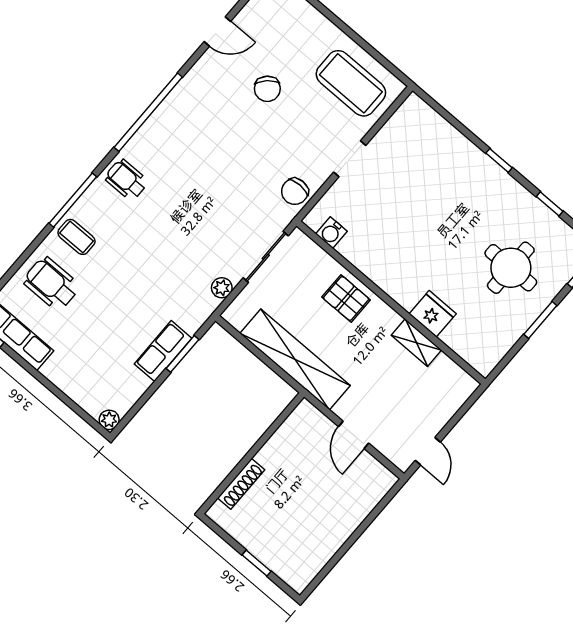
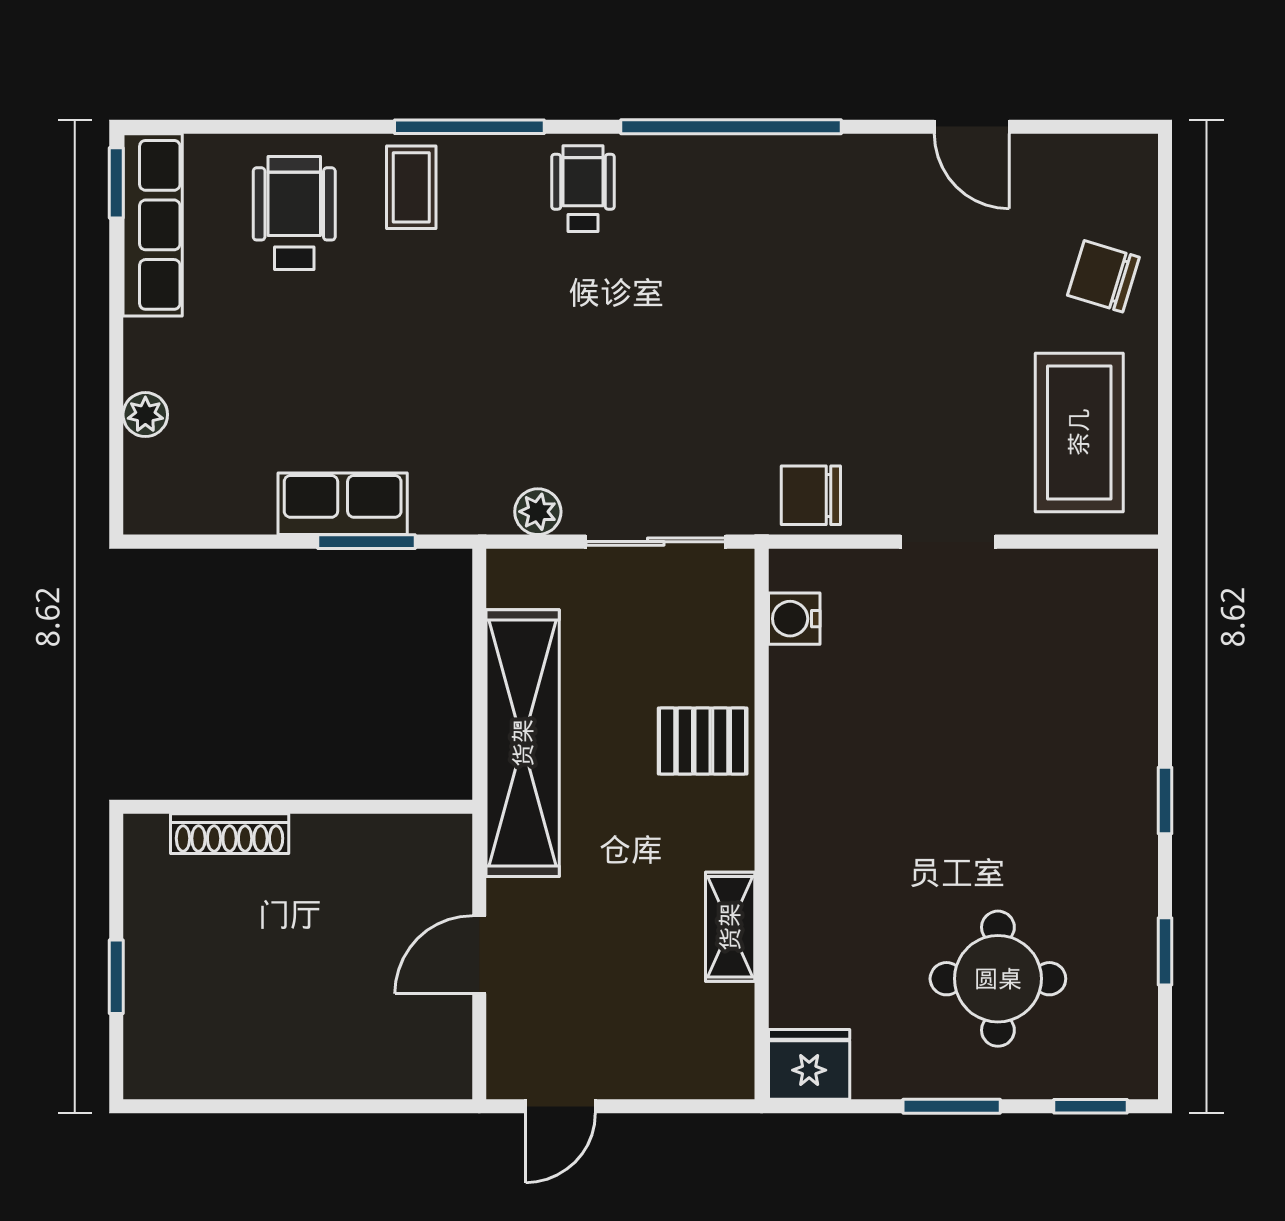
chair: (267, 89) -> (1103, 276), moved, turned 60
pallet: (346, 298) -> (703, 741), turned 90
fridge: (433, 314) -> (809, 1064), moved, turned -90
plant: (109, 420) -> (145, 415), moved

